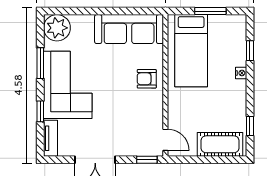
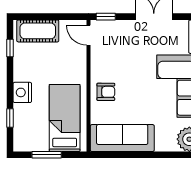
nightstand: (241, 73) -> (22, 92), width x1.89, depth x1.79

